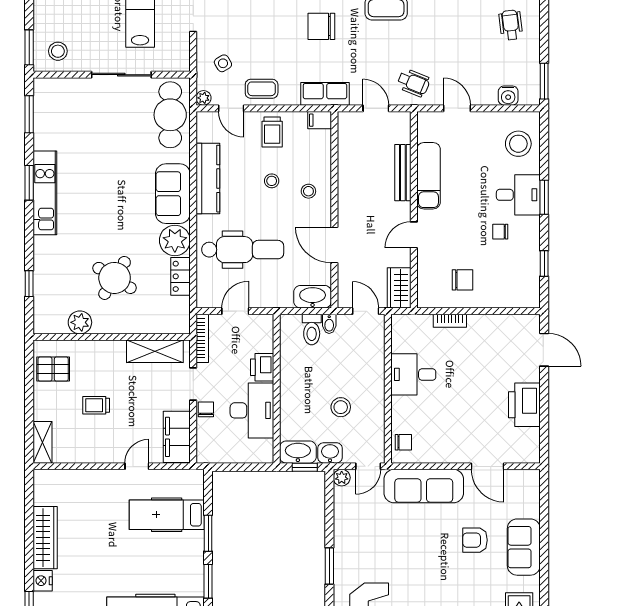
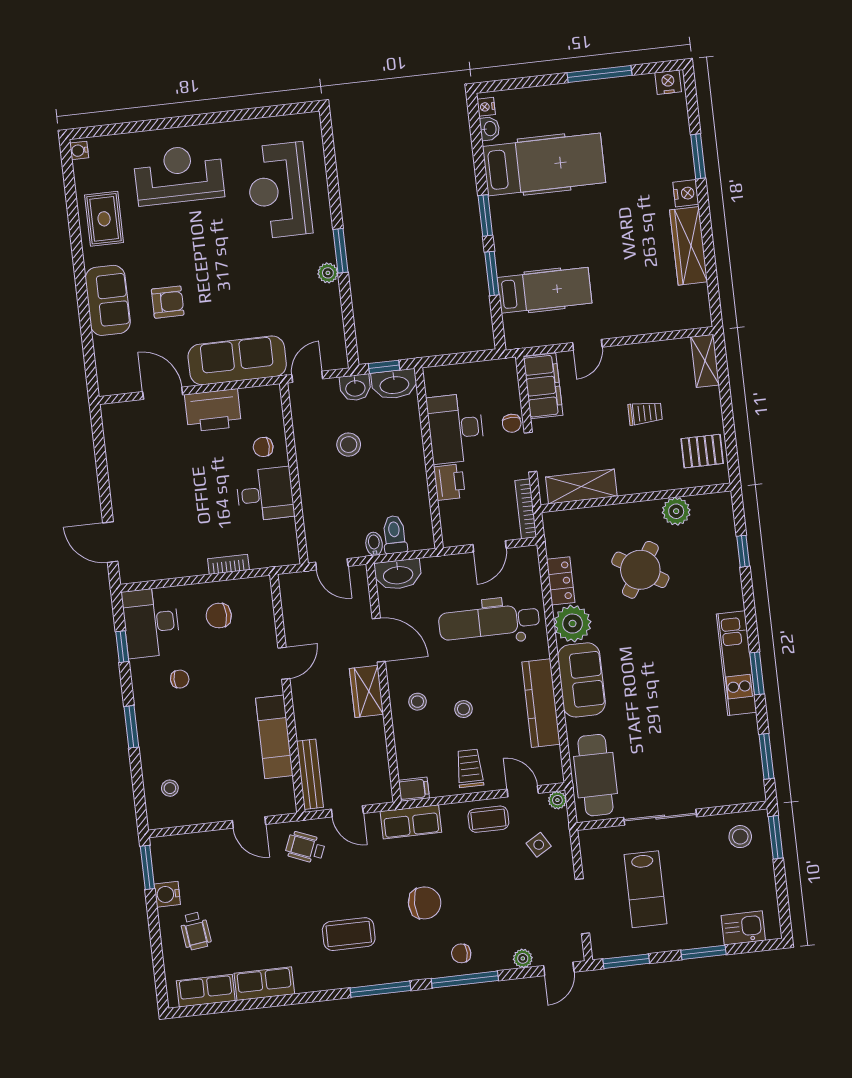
water cooler: (508, 96) -> (167, 894), moved, turned -90
stool: (518, 144) -> (170, 788), width x0.53, depth x0.53
bench: (403, 173) -> (310, 774), moved
desk: (518, 195) -> (151, 622), moved, width x1.37
wardrobe: (399, 288) -> (367, 691), moved, turned 180
printer: (524, 405) -> (213, 410), moved, turned 90
chair: (403, 442) -> (263, 447), moved
plant: (342, 478) -> (328, 273), moved

